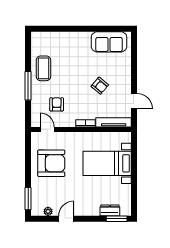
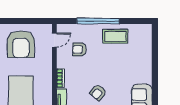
window: (28, 86) -> (98, 21), width x1.46
armchair: (57, 104) -> (79, 49), turned 180

